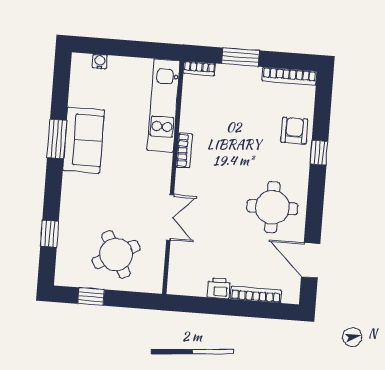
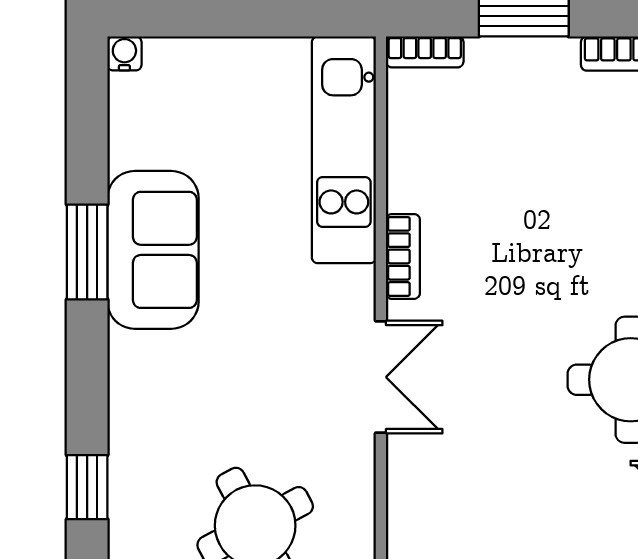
water cooler: (100, 61) -> (124, 53), moved
double door: (170, 217) -> (381, 377), moved

